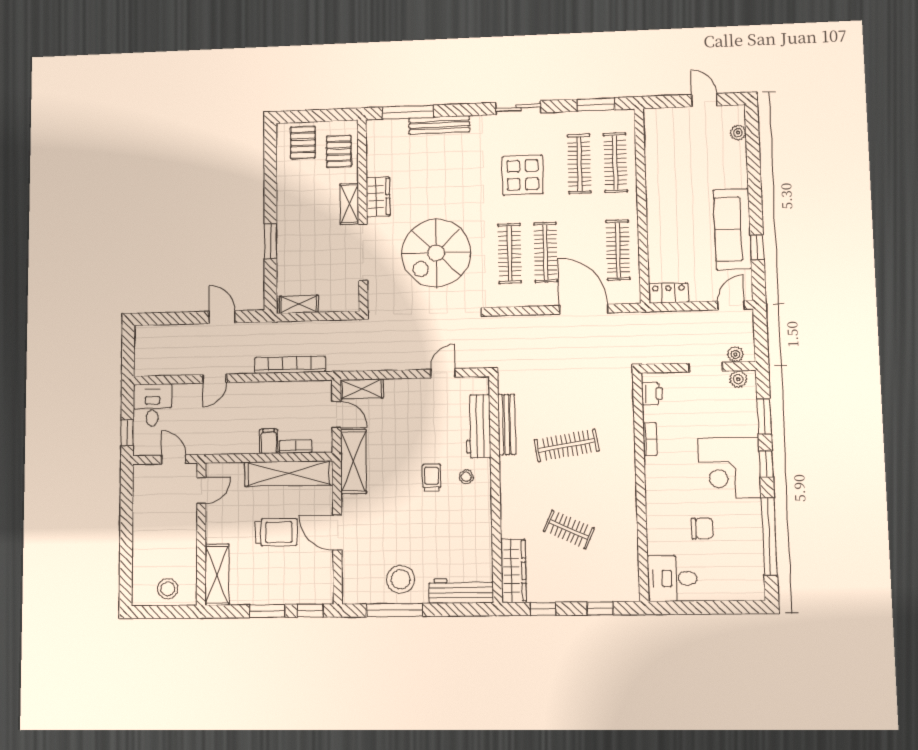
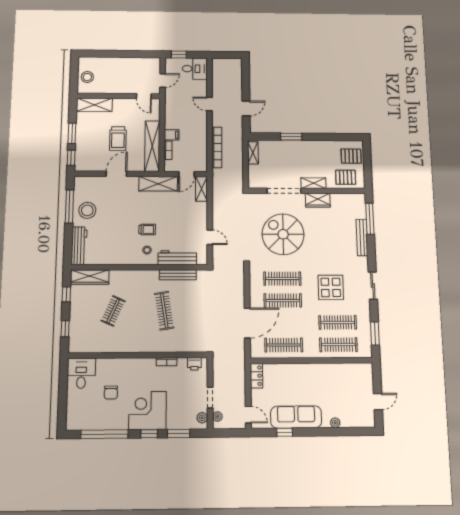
plant: (738, 133) -> (335, 423), moved

